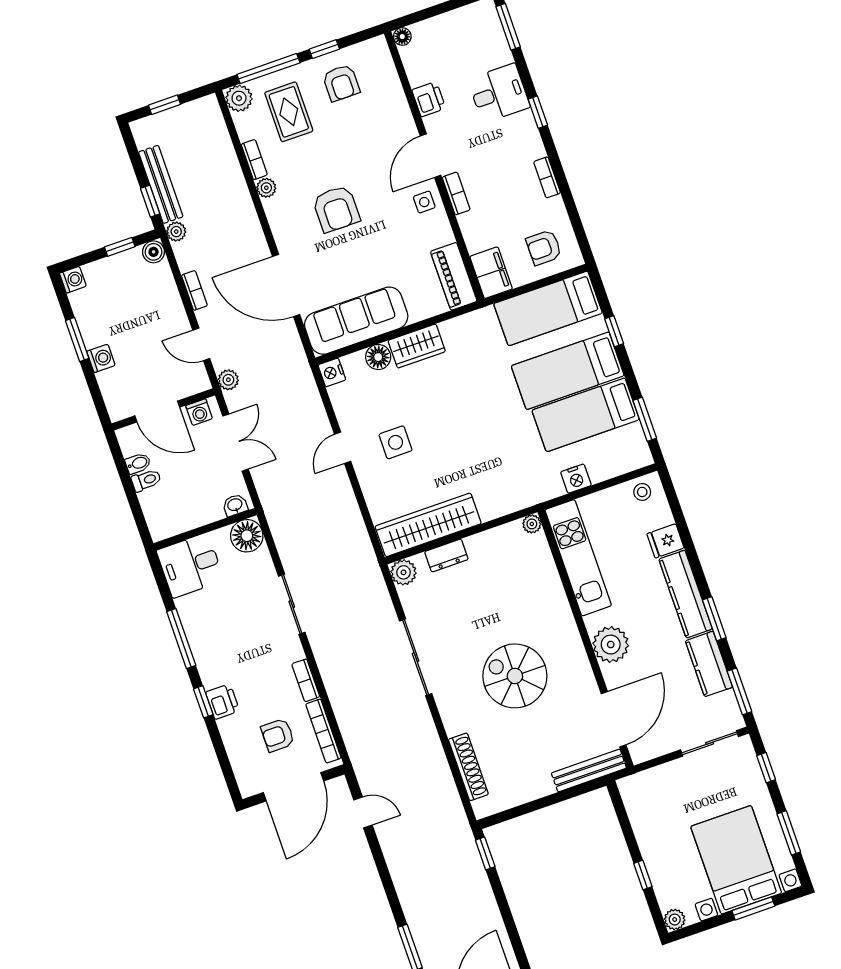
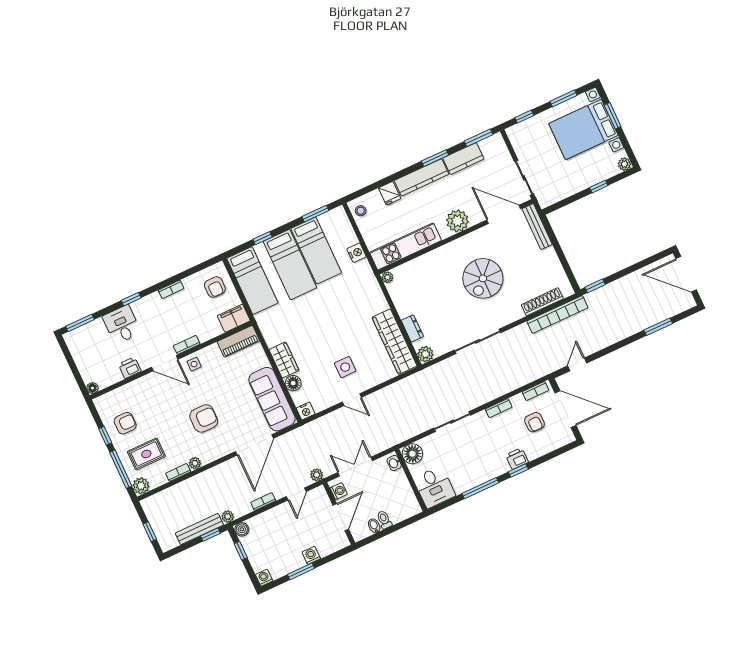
bookcase: (323, 731) -> (535, 391), width x0.64
sliding door: (710, 743) -> (524, 178), moved
bookcase: (446, 789) -> (557, 314), added

